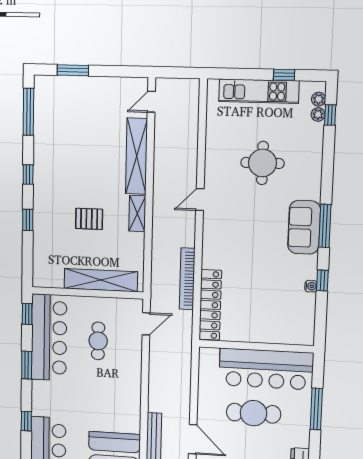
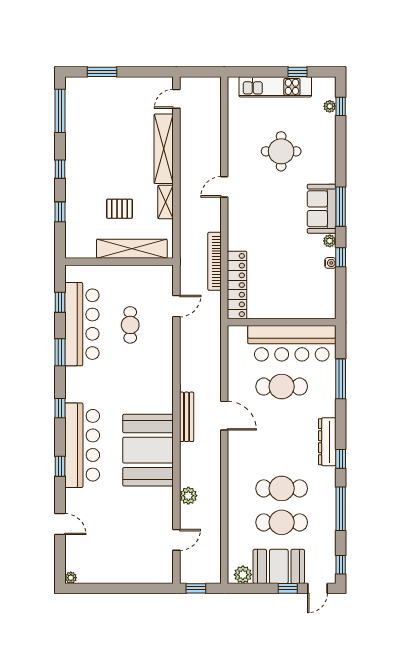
plant: (319, 99) -> (330, 241), moved
shelving: (101, 280) -> (132, 249), moved
wall: (87, 293) -> (119, 262), moved

